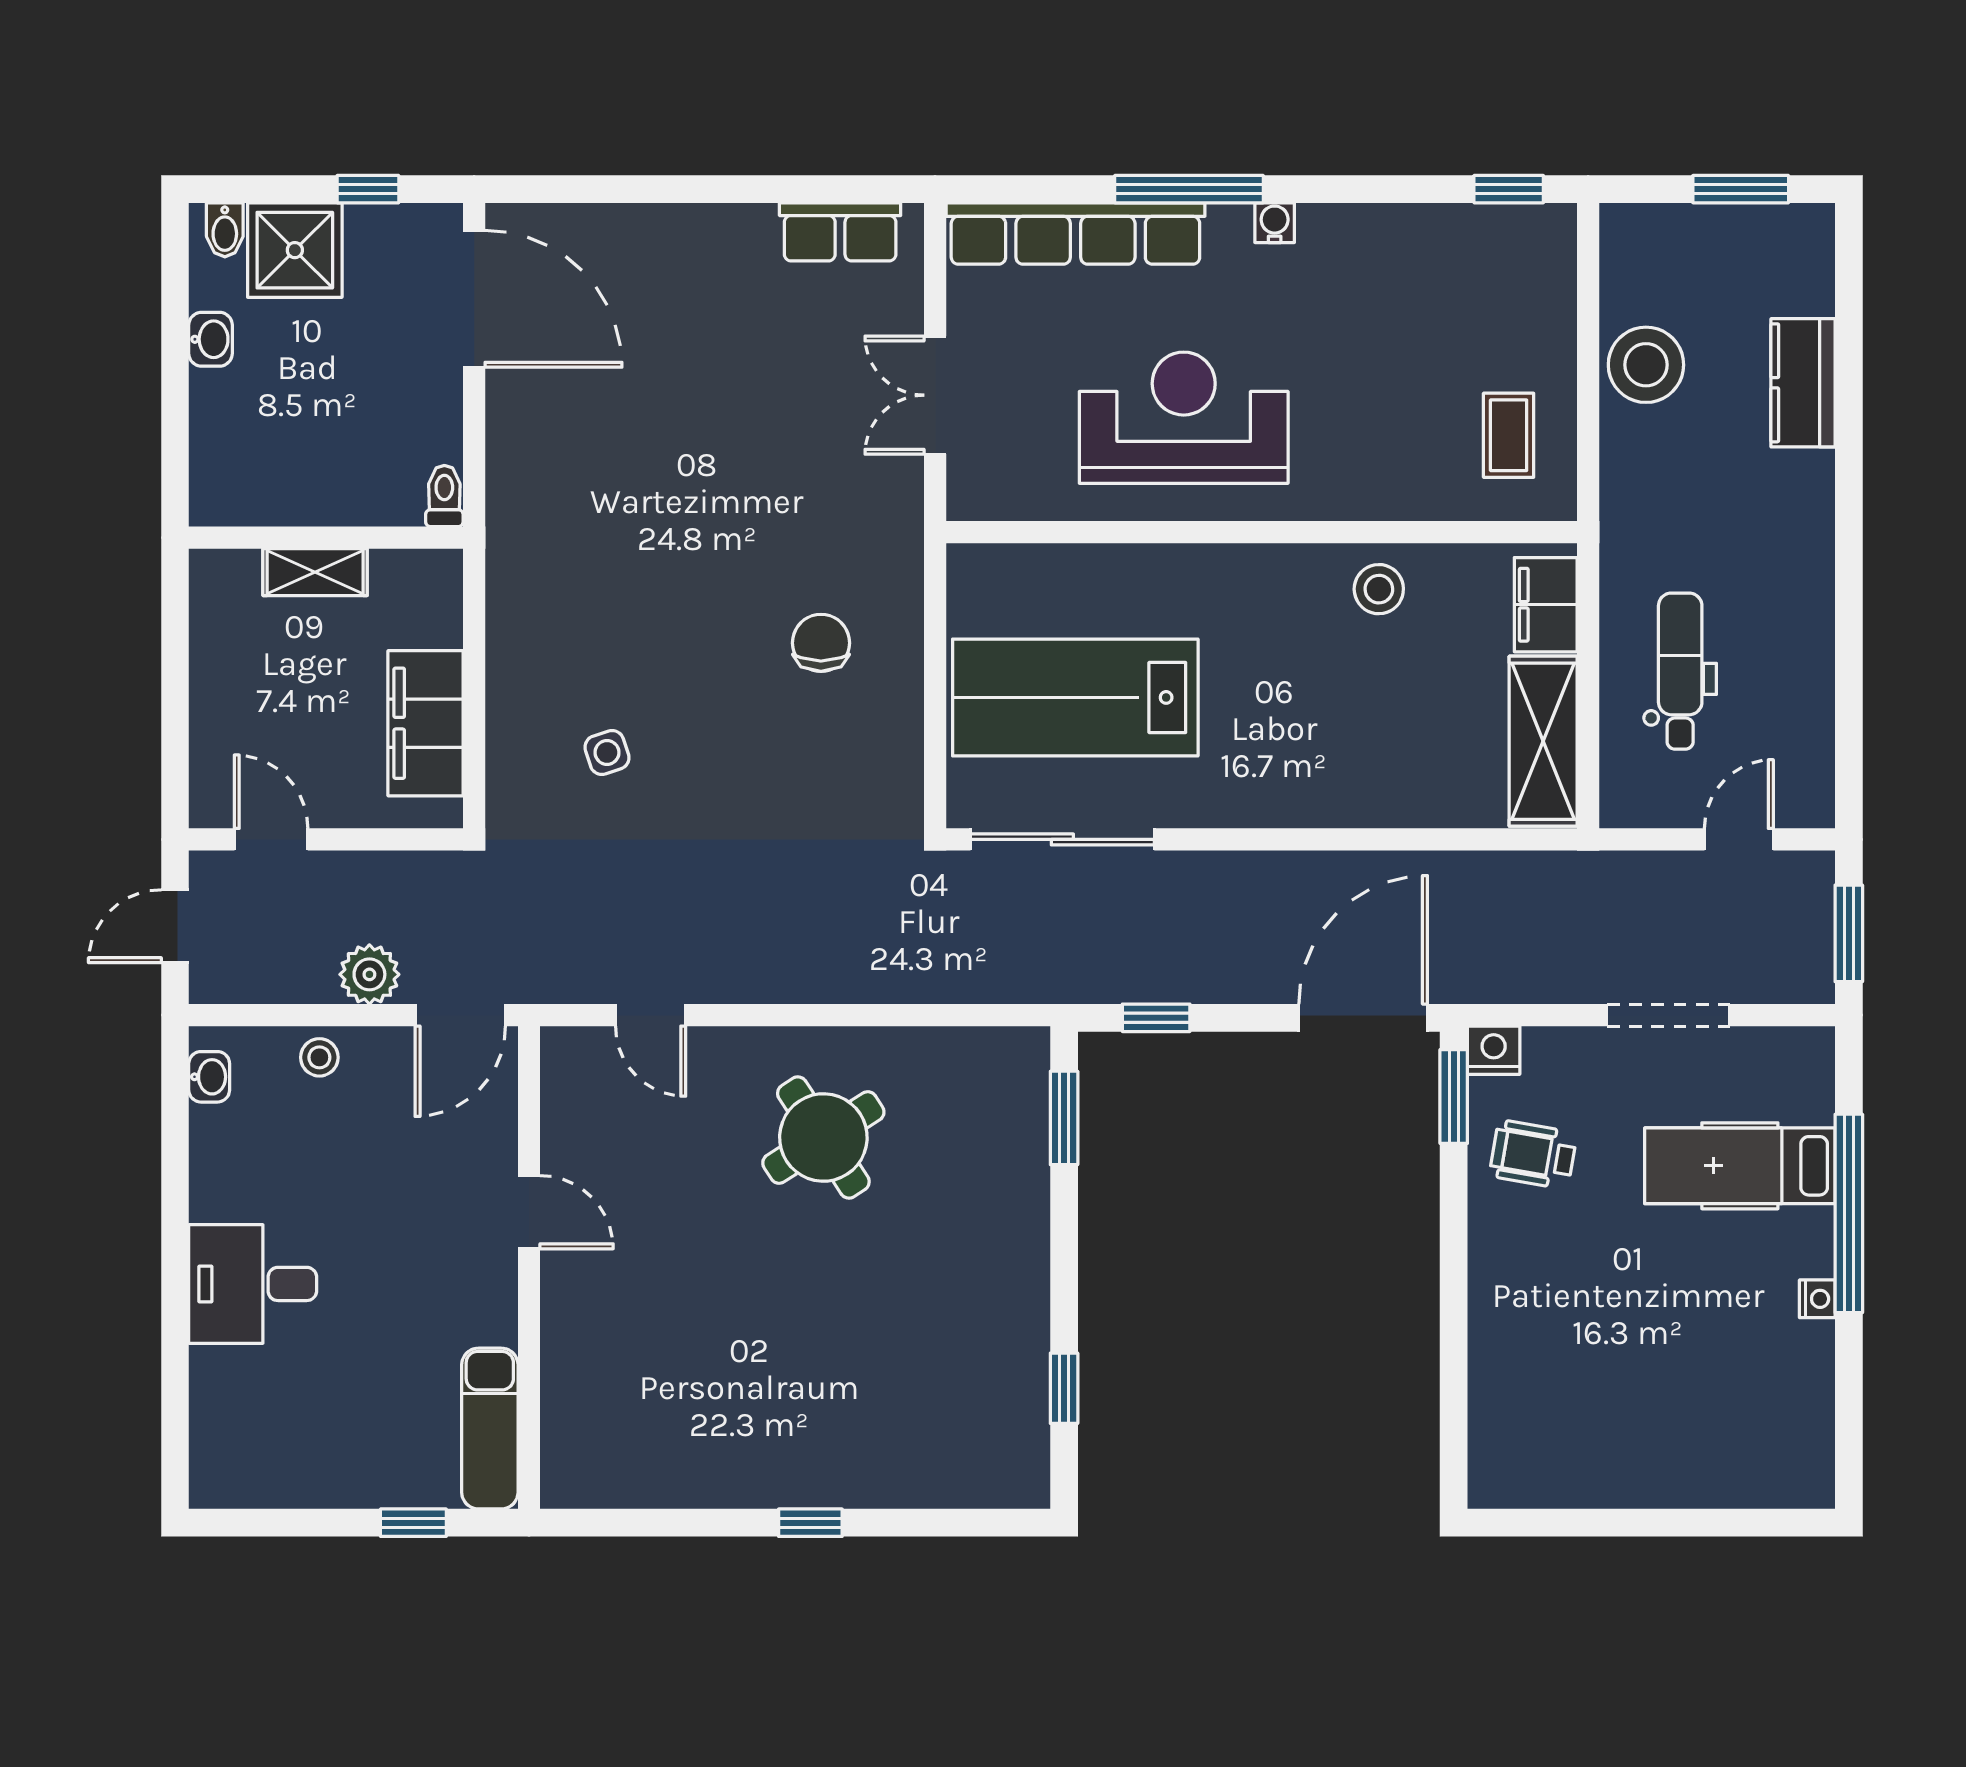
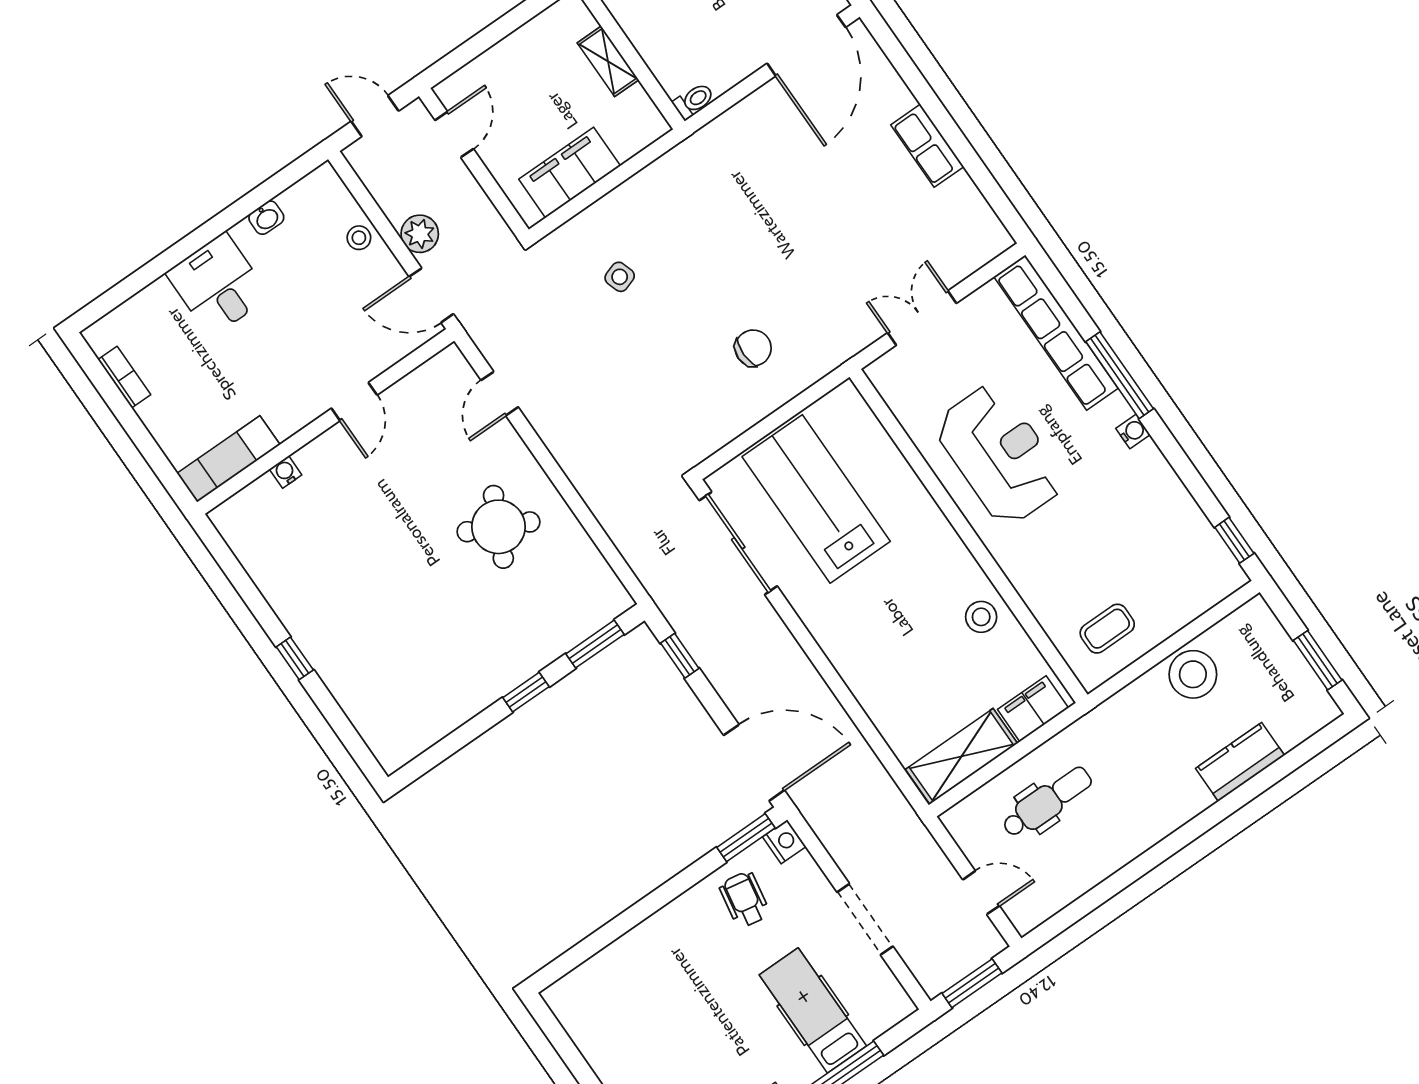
row of seats: (840, 232) -> (927, 146), moved
washbasin: (209, 1077) -> (266, 218), moved
round table: (823, 1137) -> (498, 527), turned -31
water cooler: (559, 1366) -> (286, 472), added
window: (1064, 1388) -> (526, 692), moved
bookcase: (288, 1490) -> (124, 377), added
window: (413, 1523) -> (152, 453), removed

